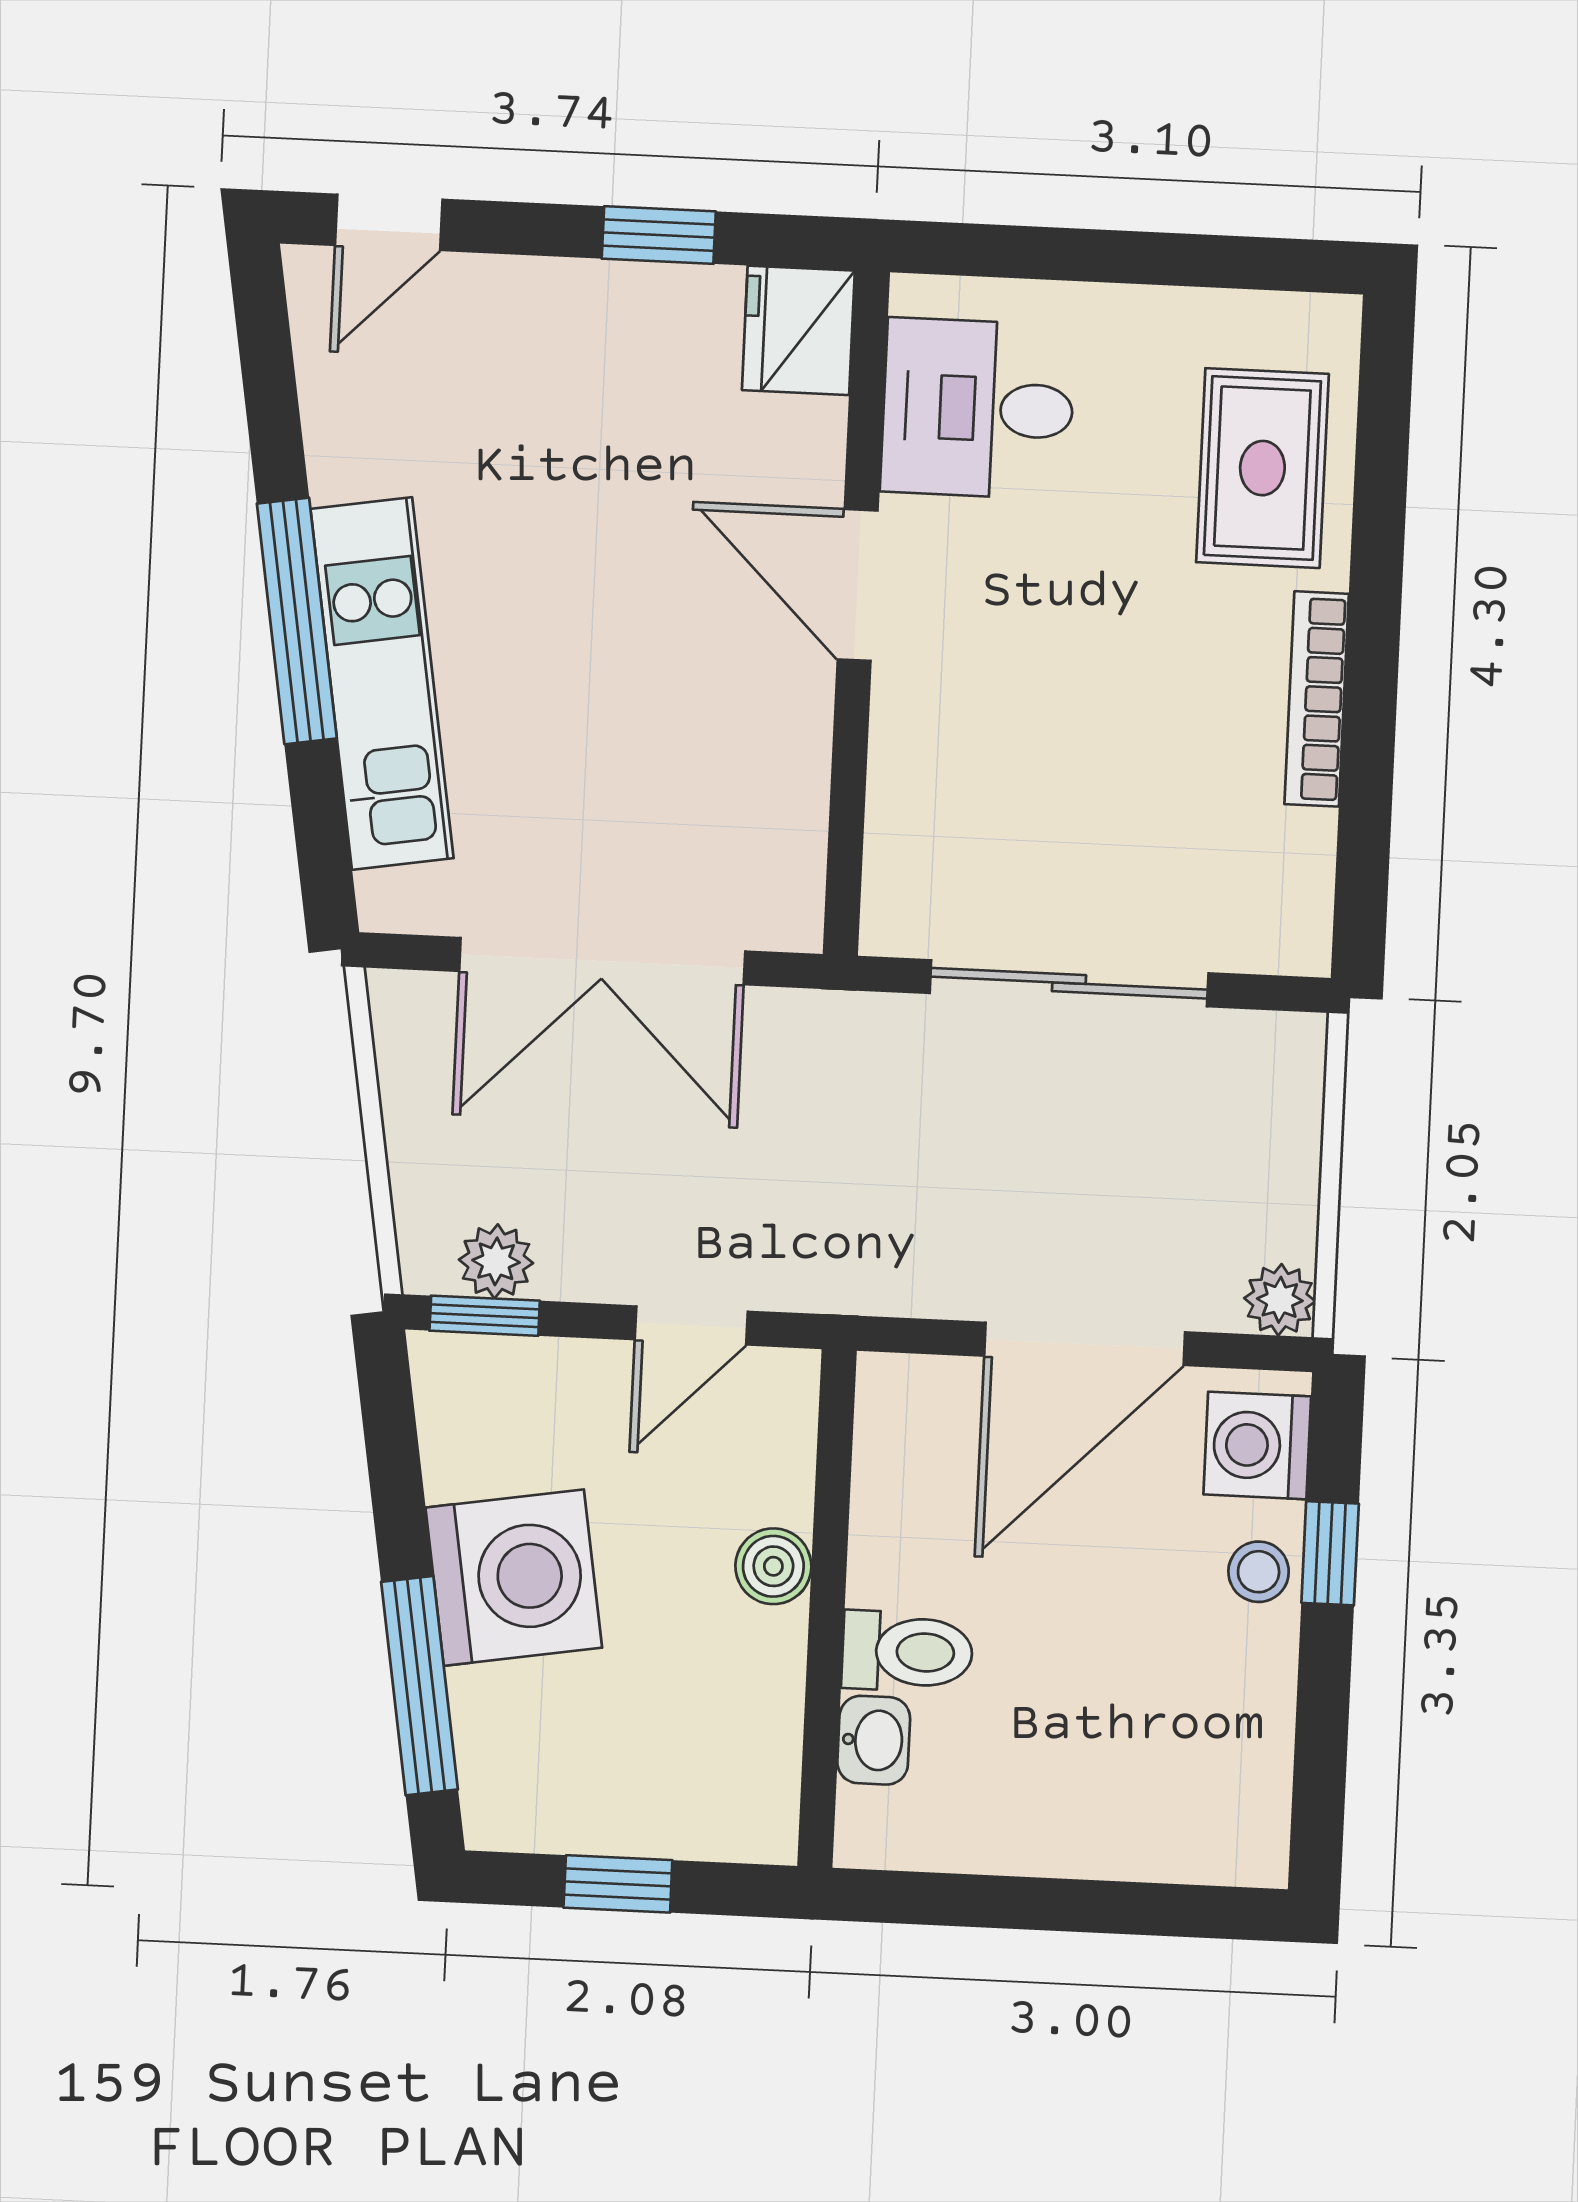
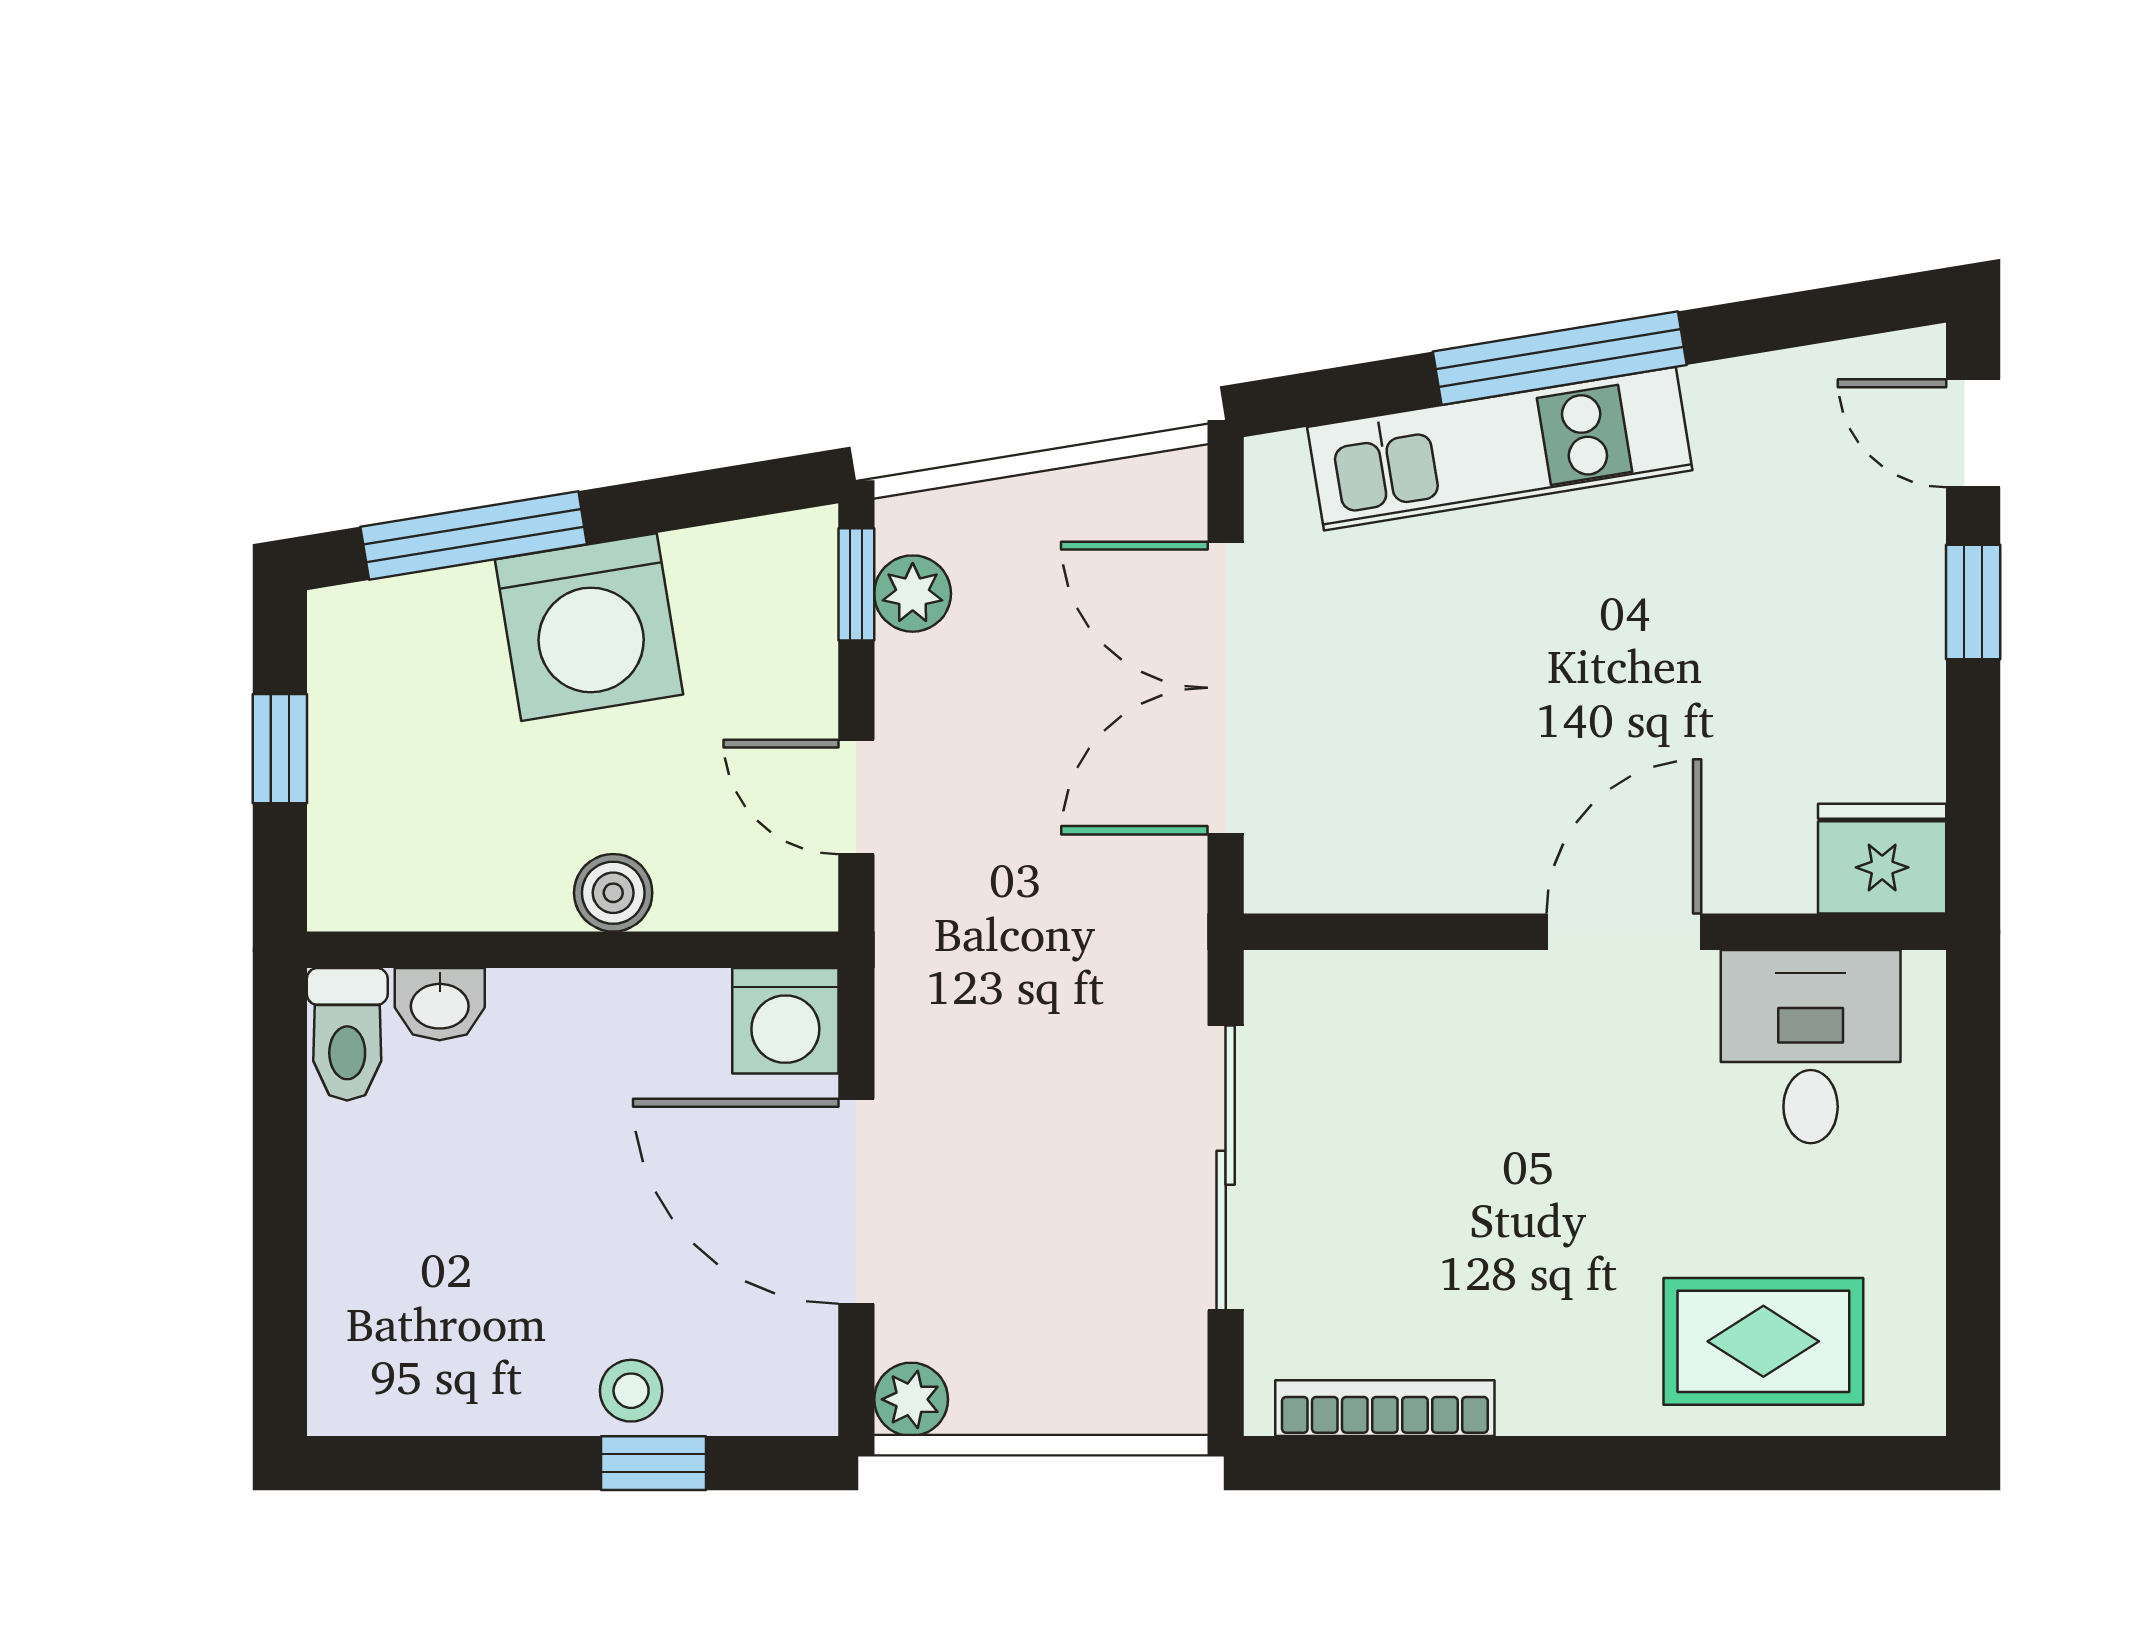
window: (659, 235) -> (1973, 602), moved
bookcase: (1317, 699) -> (1385, 1408), moved
washing machine: (1257, 1445) -> (785, 1021), moved, turned 180
toilet: (907, 1652) -> (347, 1034), moved

